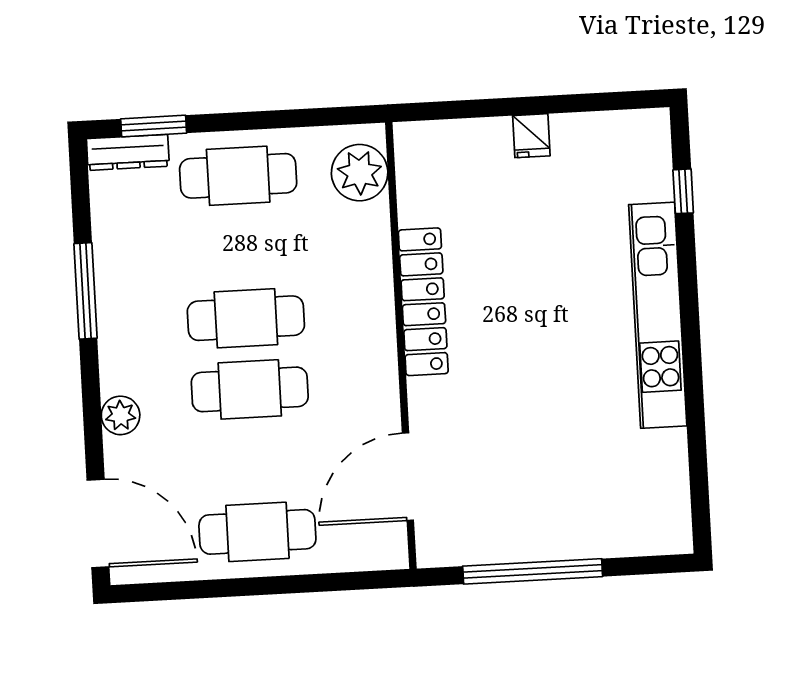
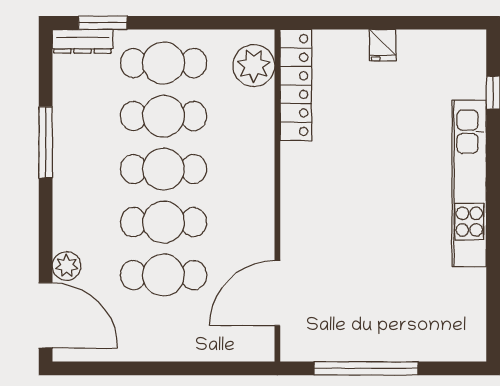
cafe table: (242, 247) -> (164, 116), added
locker: (423, 302) -> (296, 85), moved
plant: (121, 415) -> (67, 266), moved
cafe table: (257, 532) -> (164, 275), moved

